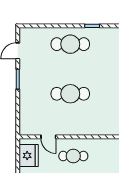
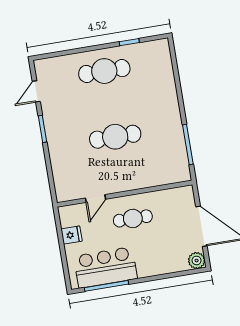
door: (48, 137) -> (96, 199), hinge flipped
fridge: (29, 155) -> (72, 235), width x0.53, depth x0.75

